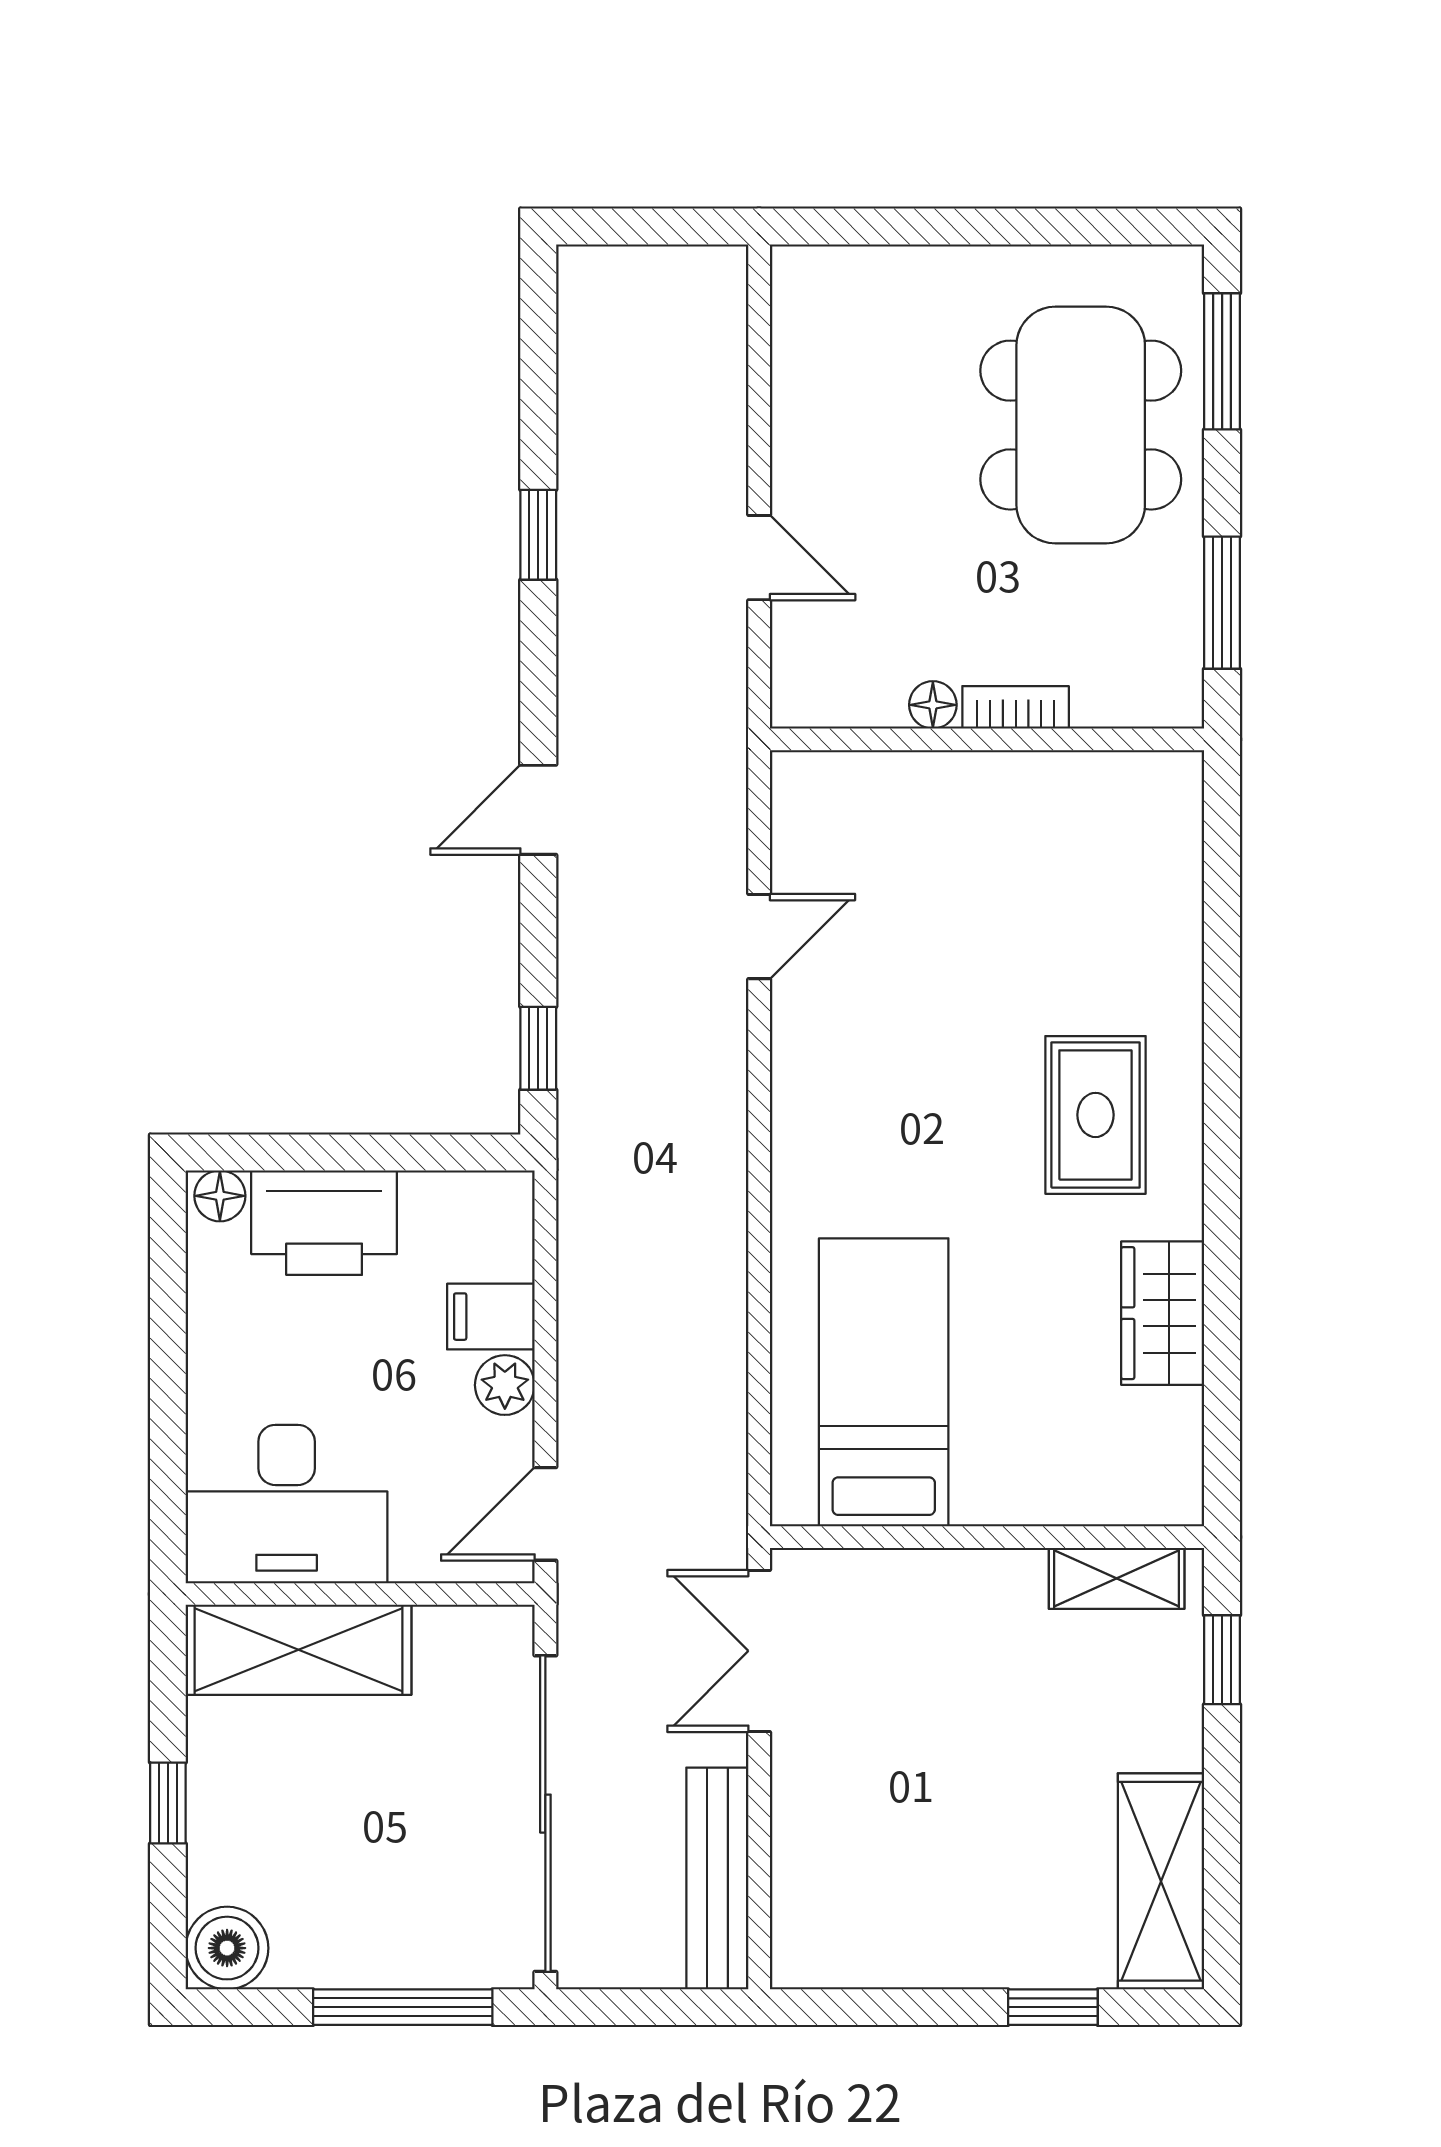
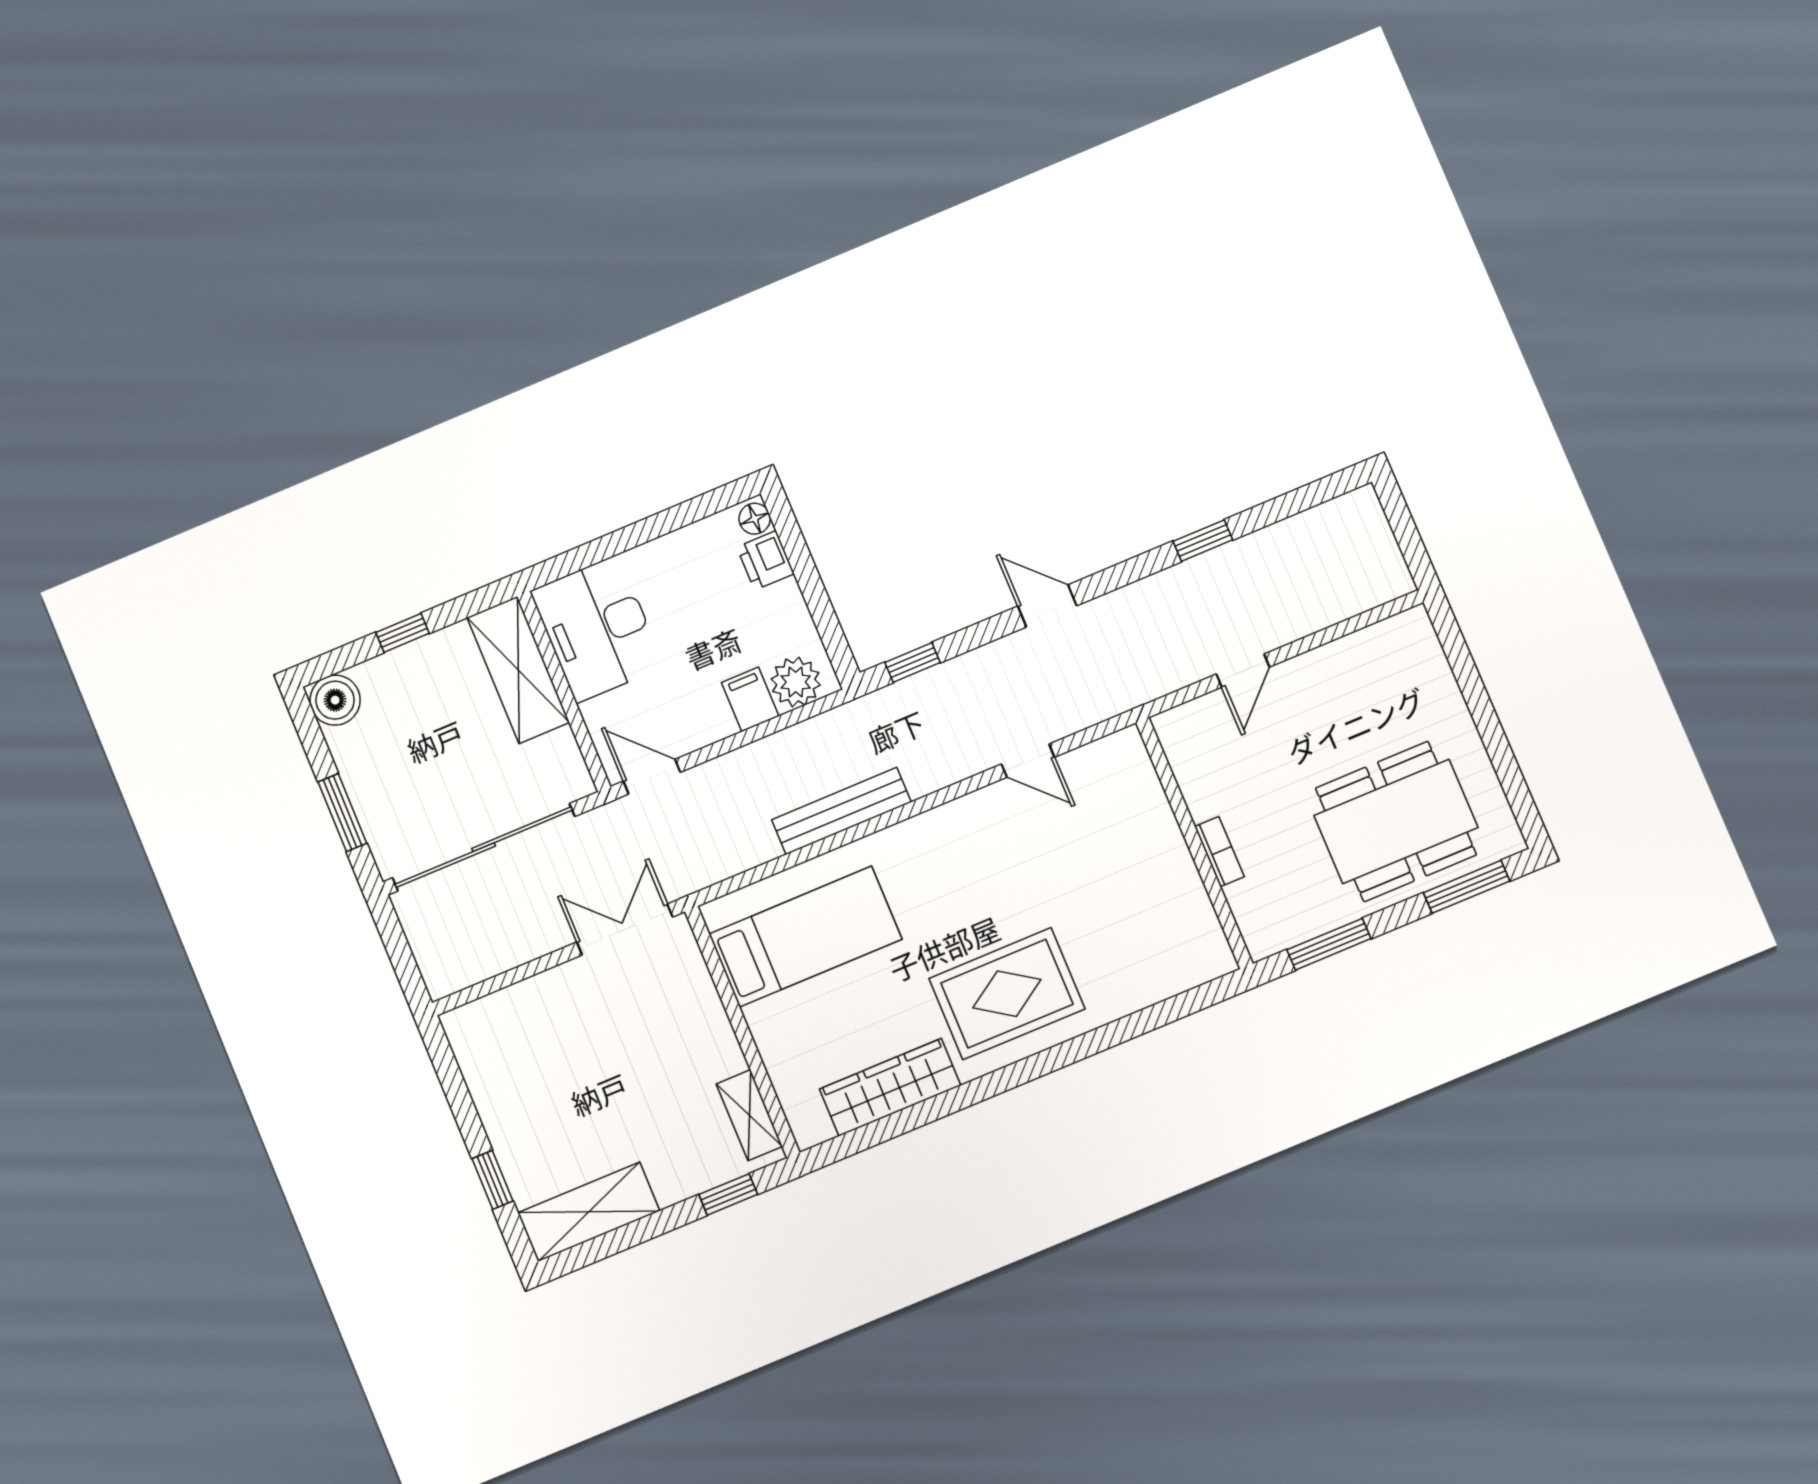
floor lamp: (933, 705) -> (1201, 804), removed
rug: (1095, 1115) -> (1007, 994), width x1.36, depth x1.43
printer: (324, 1223) -> (766, 560), width x0.53, depth x0.68
wardrobe: (1163, 1313) -> (890, 1087), width x1.50
plant: (505, 1385) -> (796, 682), moved, width x1.38, depth x1.38
bench: (717, 1878) -> (841, 811), moved
window: (403, 2007) -> (342, 813), width x0.69

